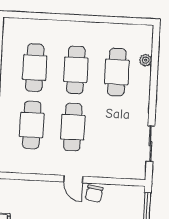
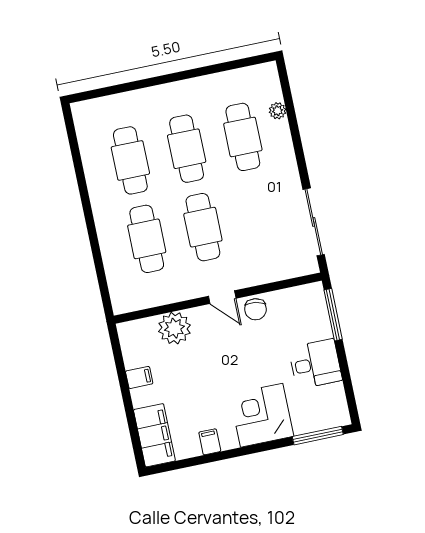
sliding door: (150, 144) -> (314, 222), width x1.37
plant: (35, 192) -> (174, 328), added

